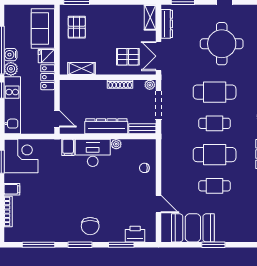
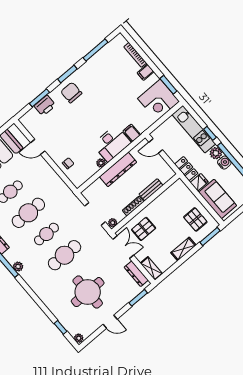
shelving: (82, 68) -> (183, 249), moved
bench: (142, 129) -> (151, 190), moved
printer: (135, 234) -> (45, 106), moved

